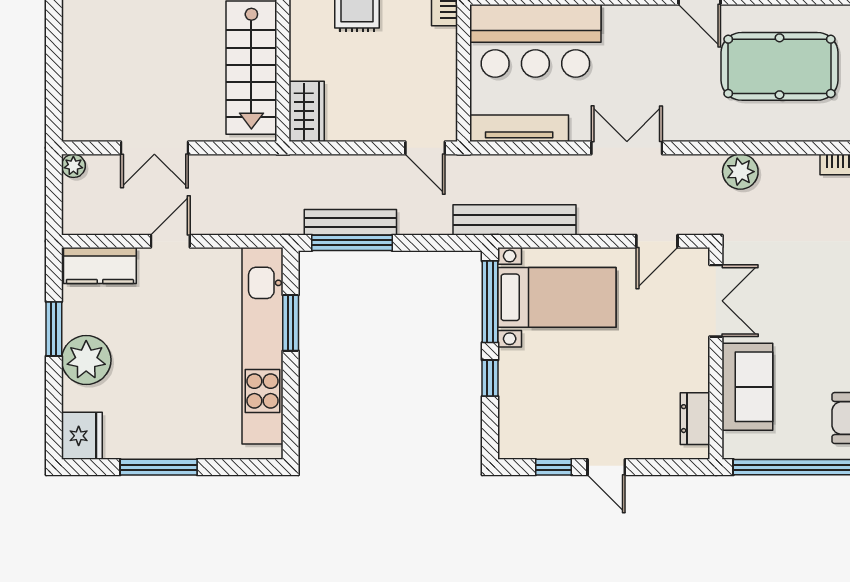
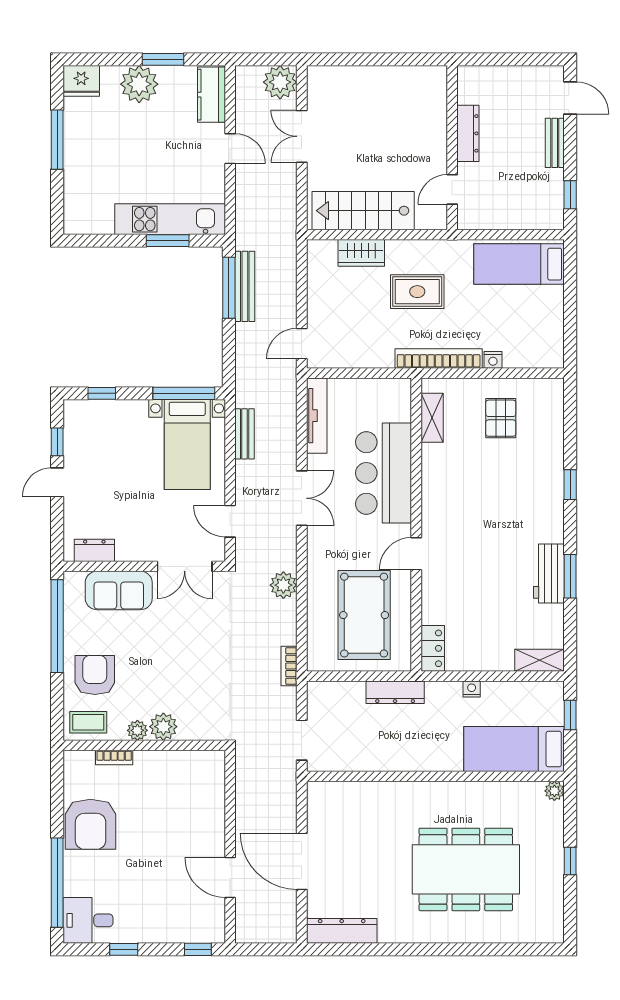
bar counter: (535, 41) -> (384, 473), moved
wardrobe: (307, 111) -> (361, 253), moved
plant: (73, 166) -> (280, 82), width x1.88, depth x1.88
bench: (515, 220) -> (245, 434), width x0.54, depth x0.82
kitchen unit: (263, 346) -> (170, 219), width x0.73
window: (490, 378) -> (102, 393), moved

